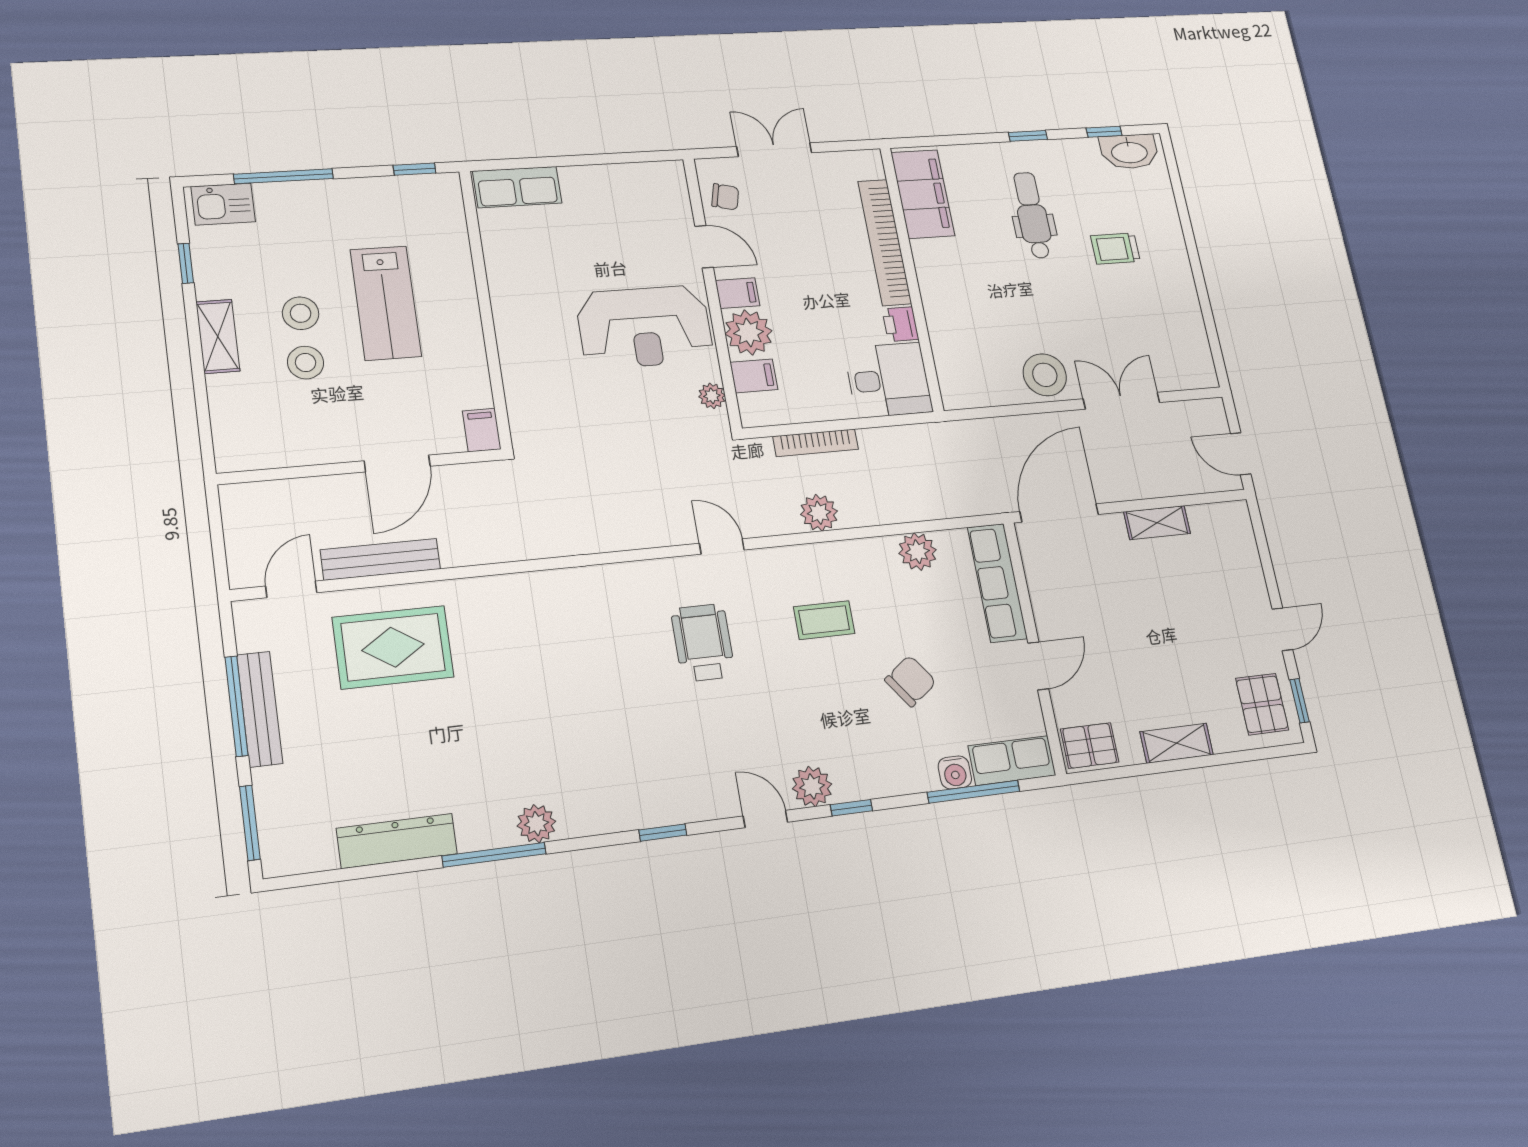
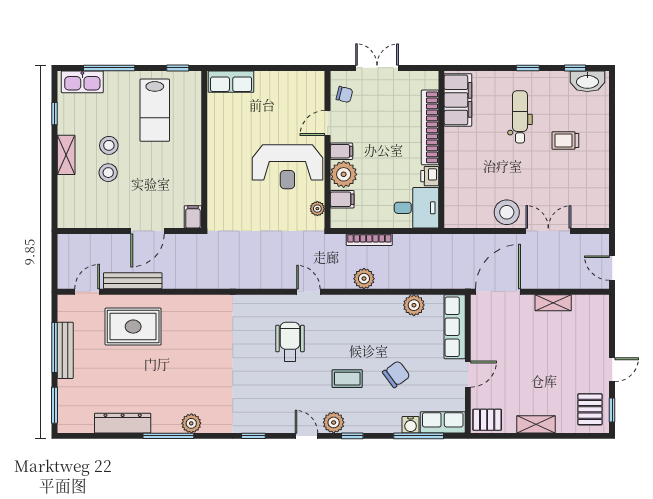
kitchen sink: (223, 204) -> (82, 82), width x1.38
door: (704, 247) -> (328, 123), swing flipped
lab bench: (386, 303) -> (155, 110), moved
coffee table: (824, 620) -> (347, 379), moved

